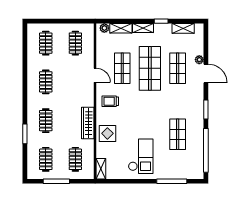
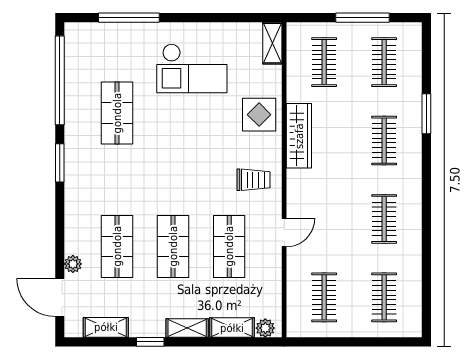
shop shelf: (150, 68) -> (173, 246), width x0.70, depth x0.74
door: (206, 74) -> (60, 298), moved
door: (95, 75) -> (284, 232), swing flipped
checkout: (141, 156) -> (192, 68), turned -90

